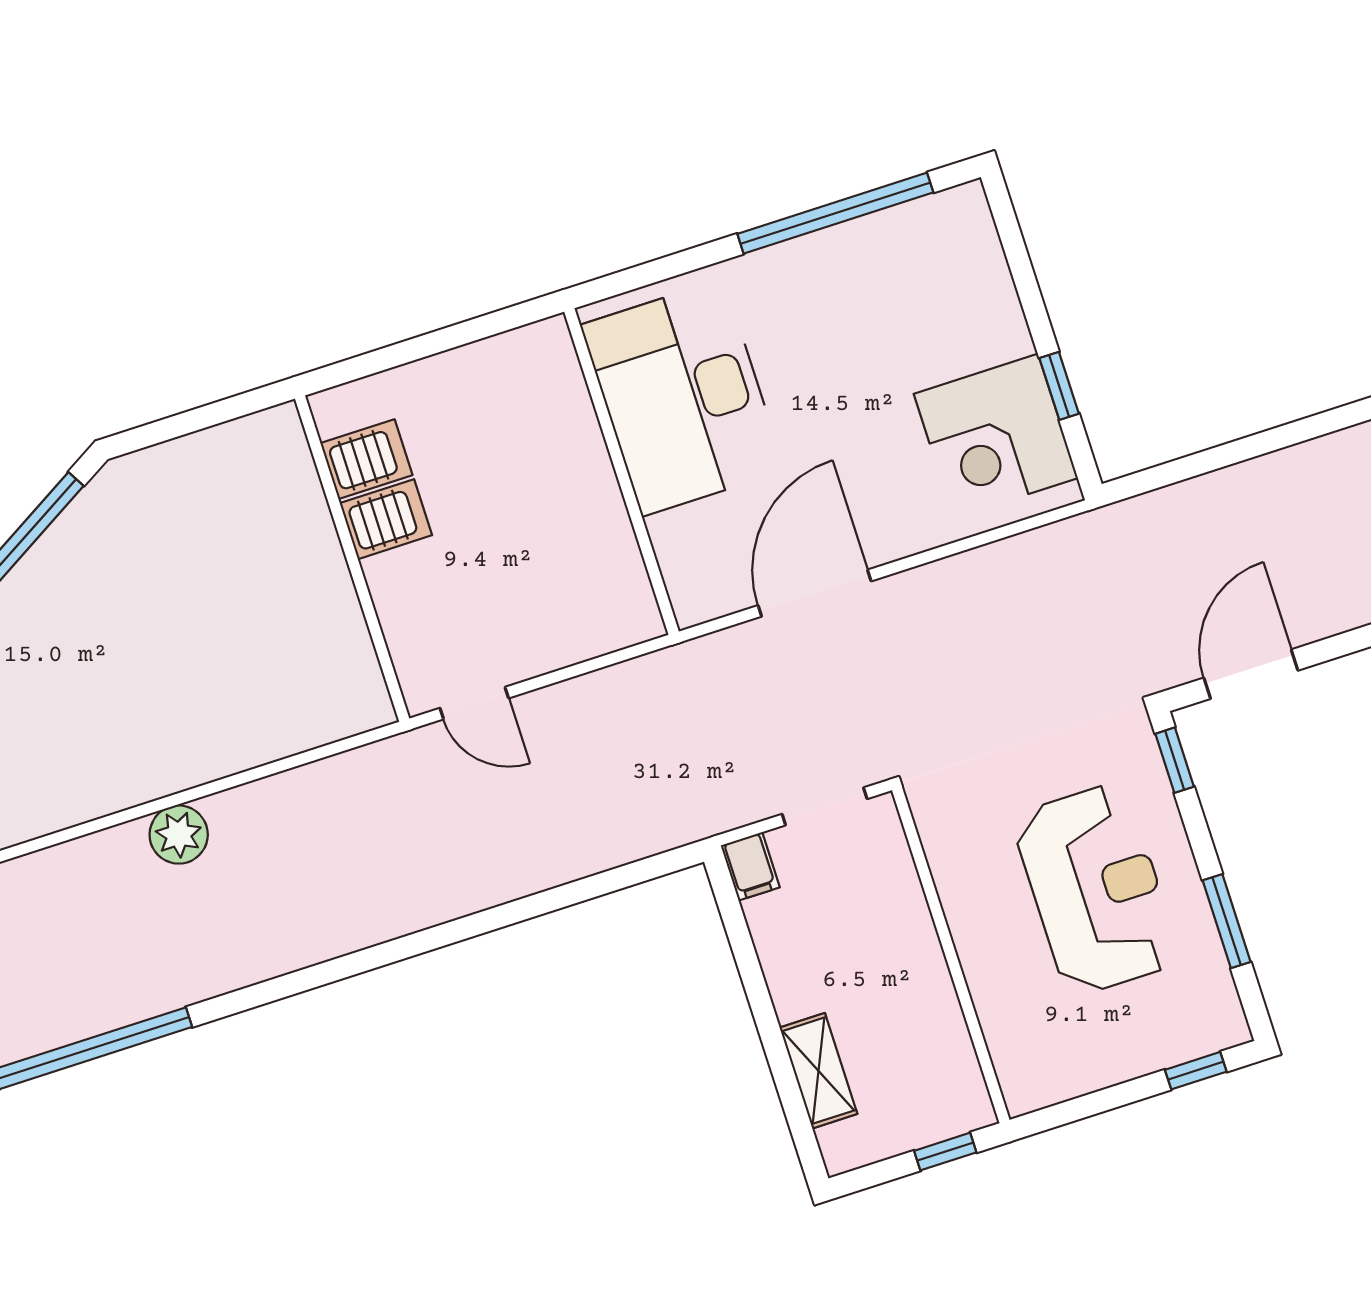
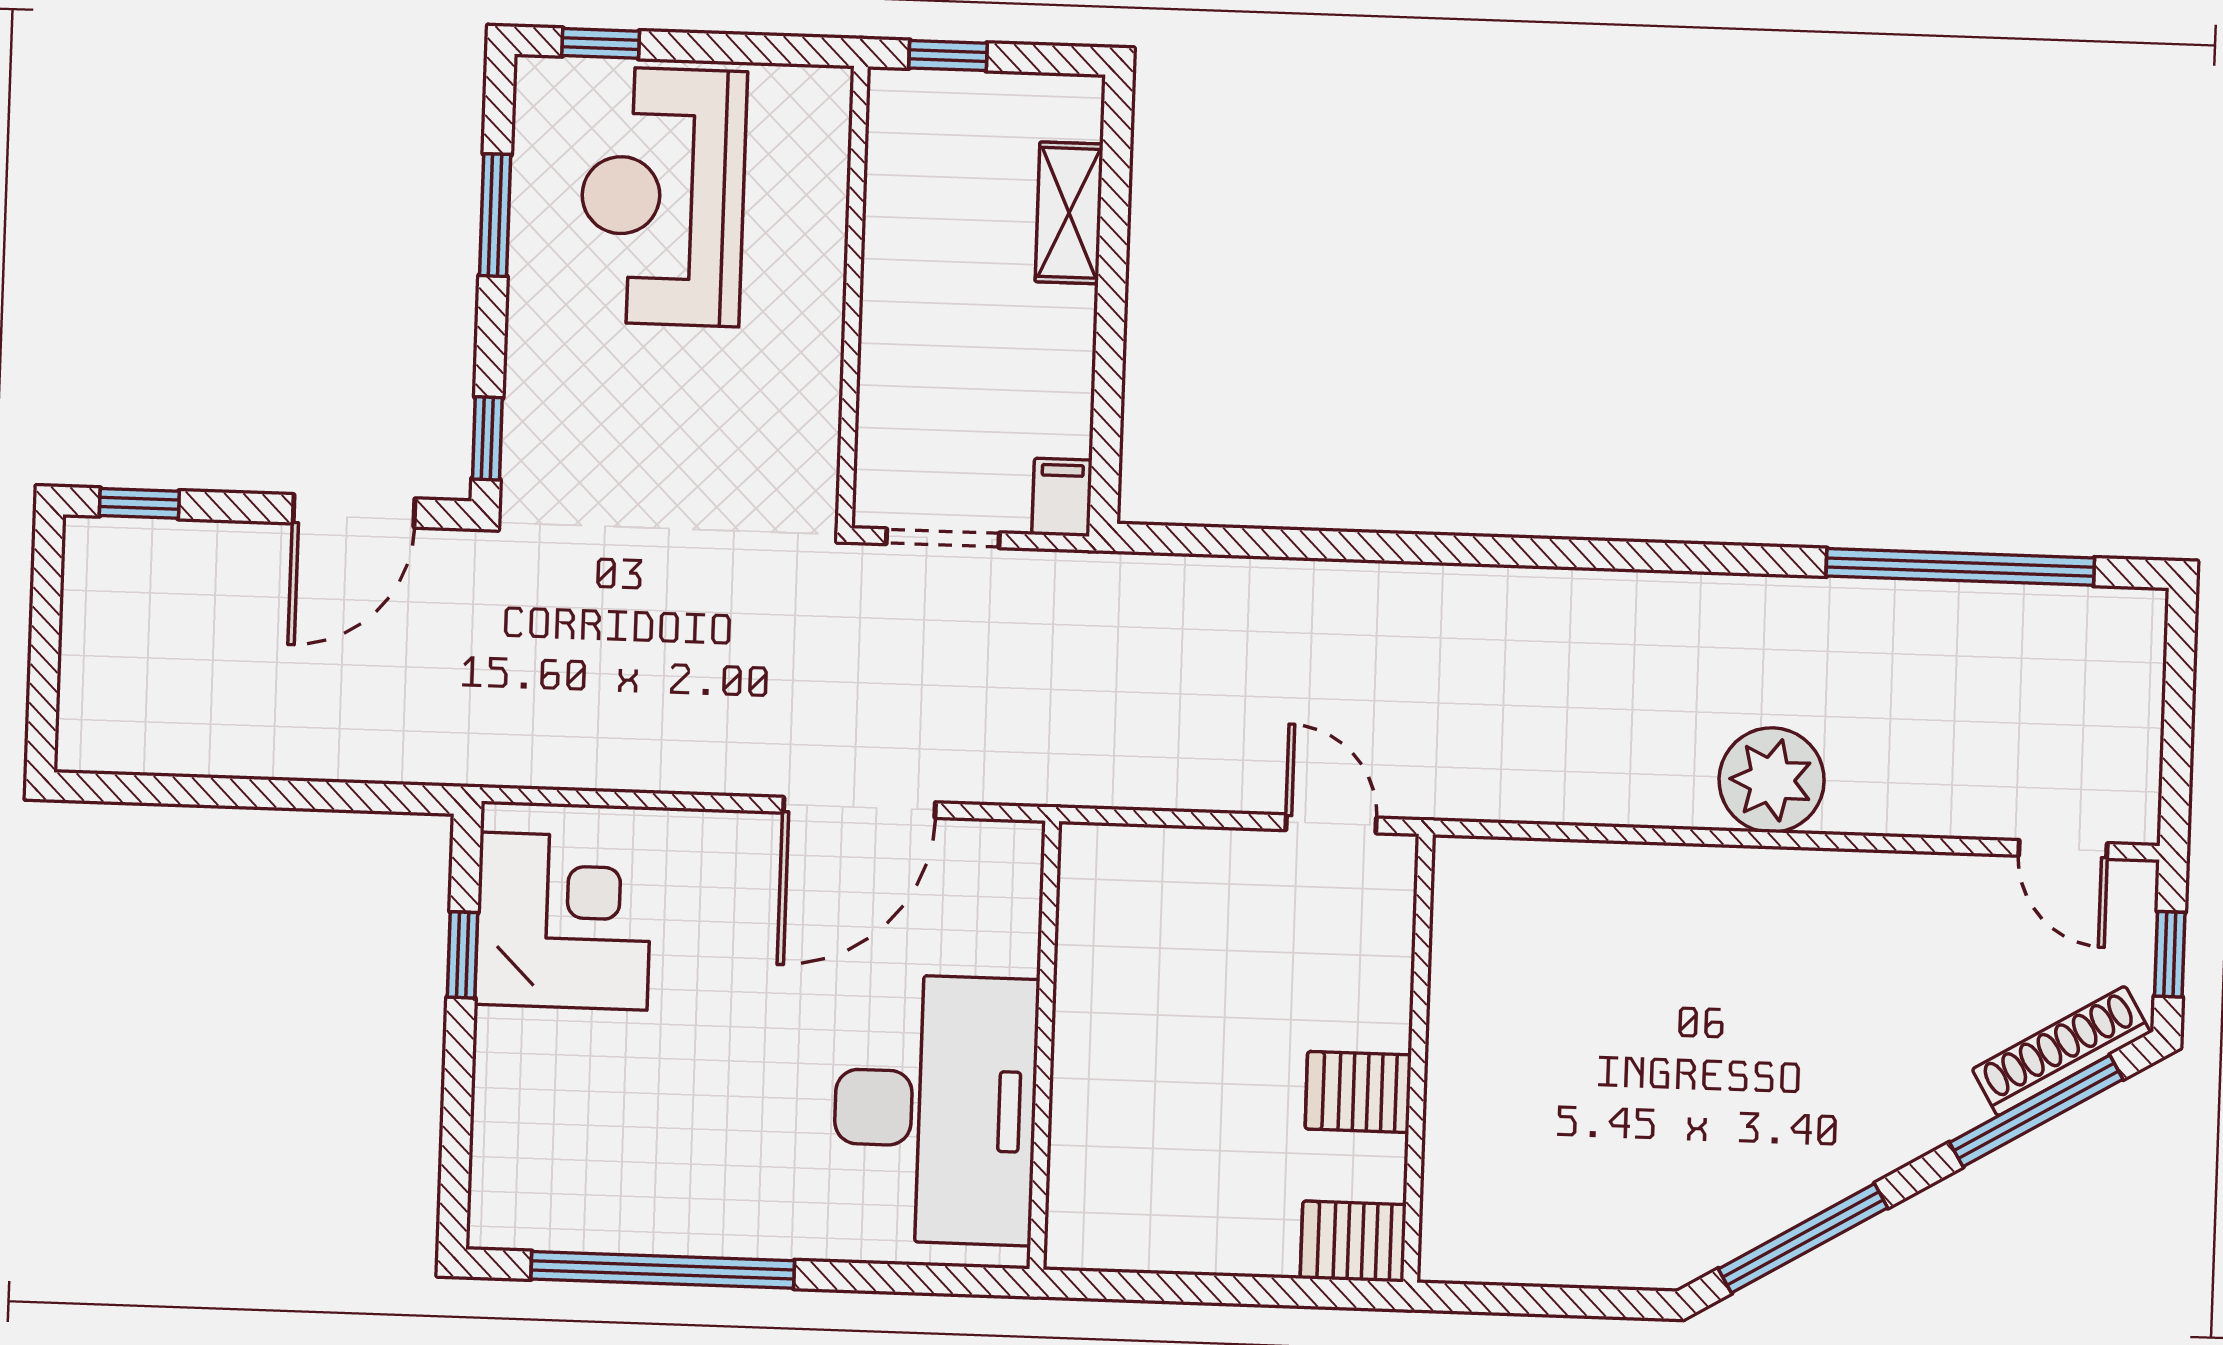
server rack: (366, 459) -> (1353, 1241), moved
plant: (179, 835) -> (1772, 780), width x1.36, depth x1.36
reception desk: (1096, 889) -> (663, 197), moved

